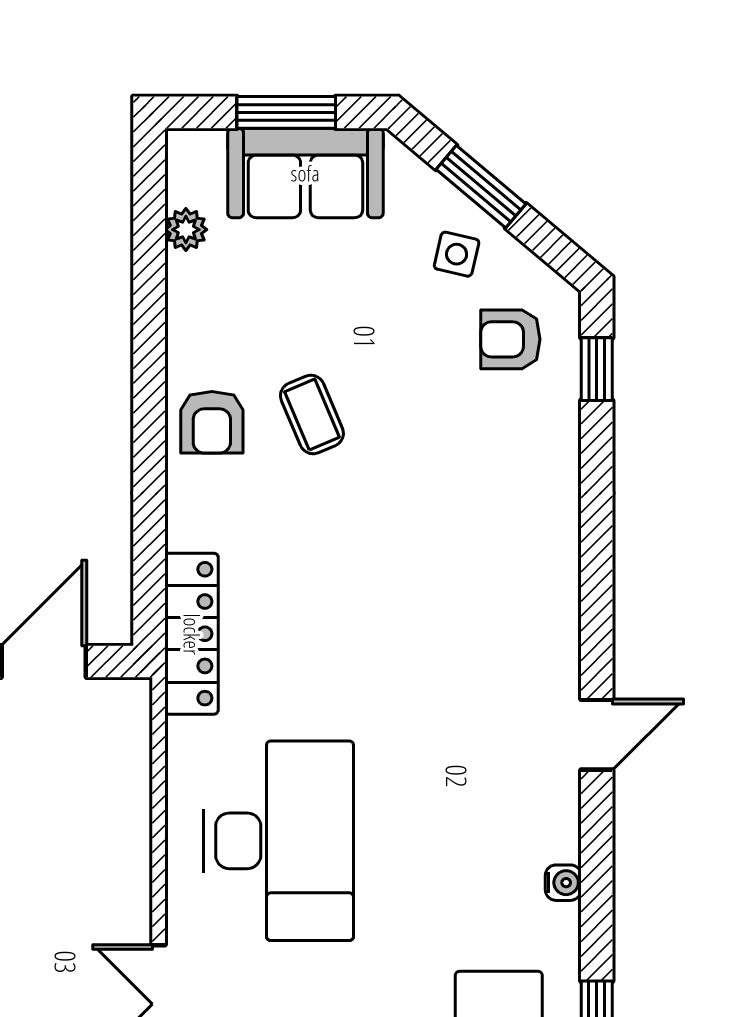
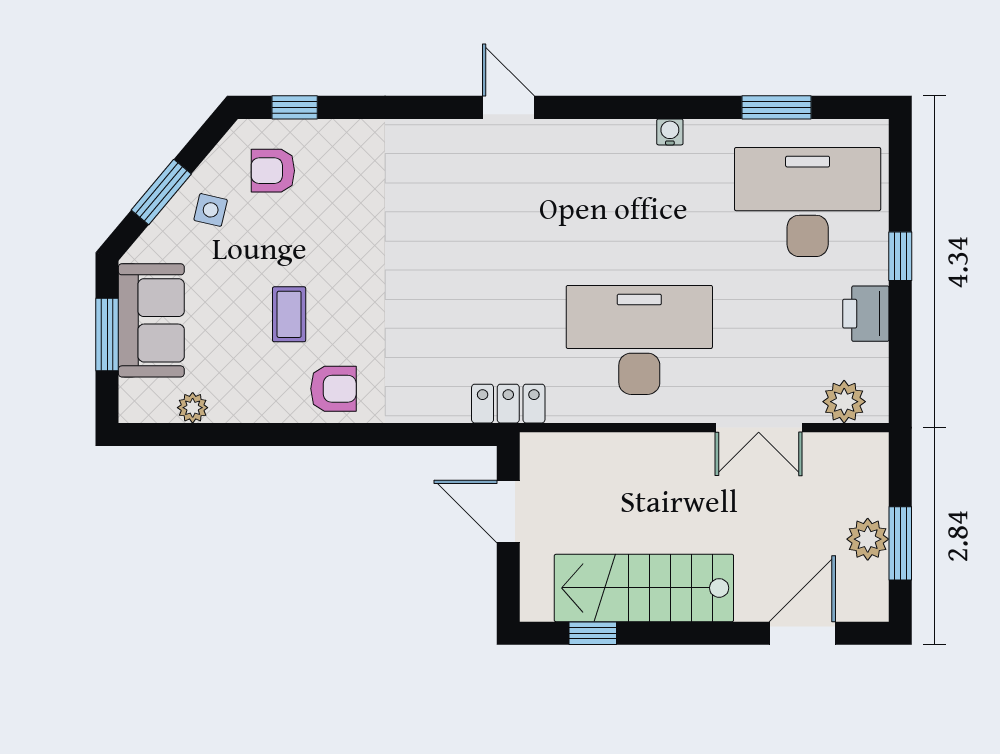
armchair: (510, 339) -> (273, 171), turned 90
coffee table: (312, 414) -> (289, 314), moved, turned -67
locker: (192, 634) -> (508, 404), width x0.66
door: (597, 735) -> (508, 107), moved

